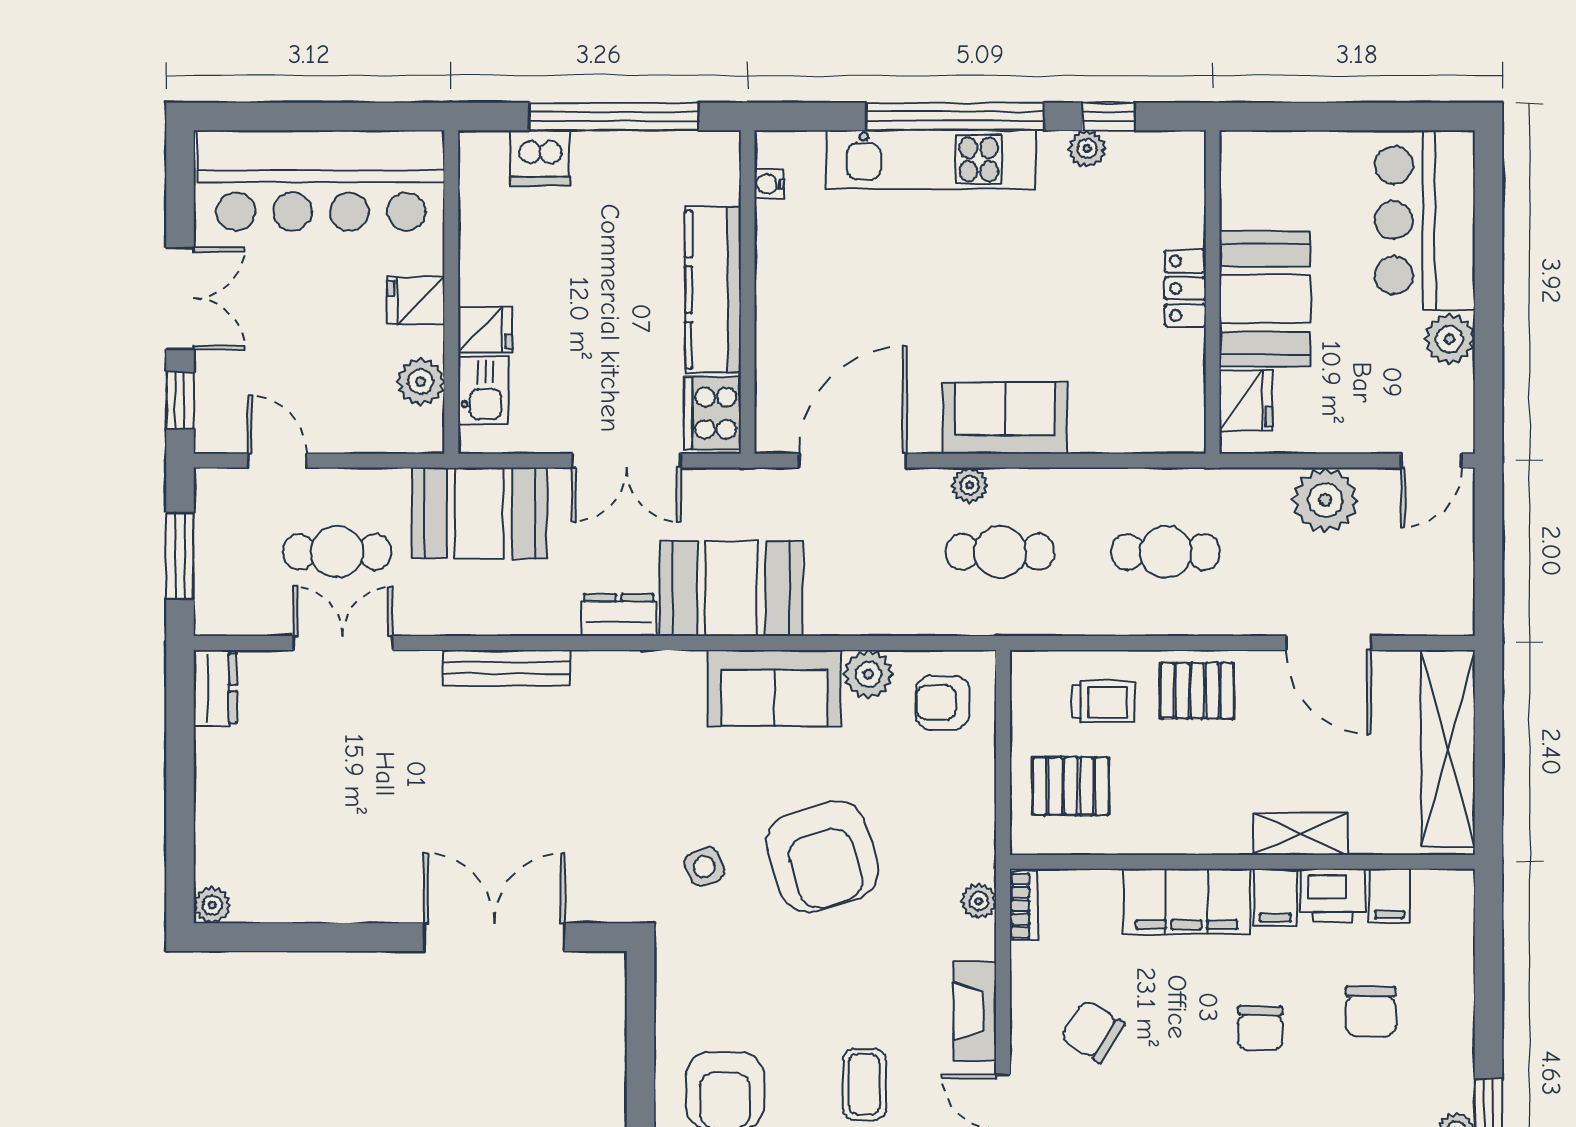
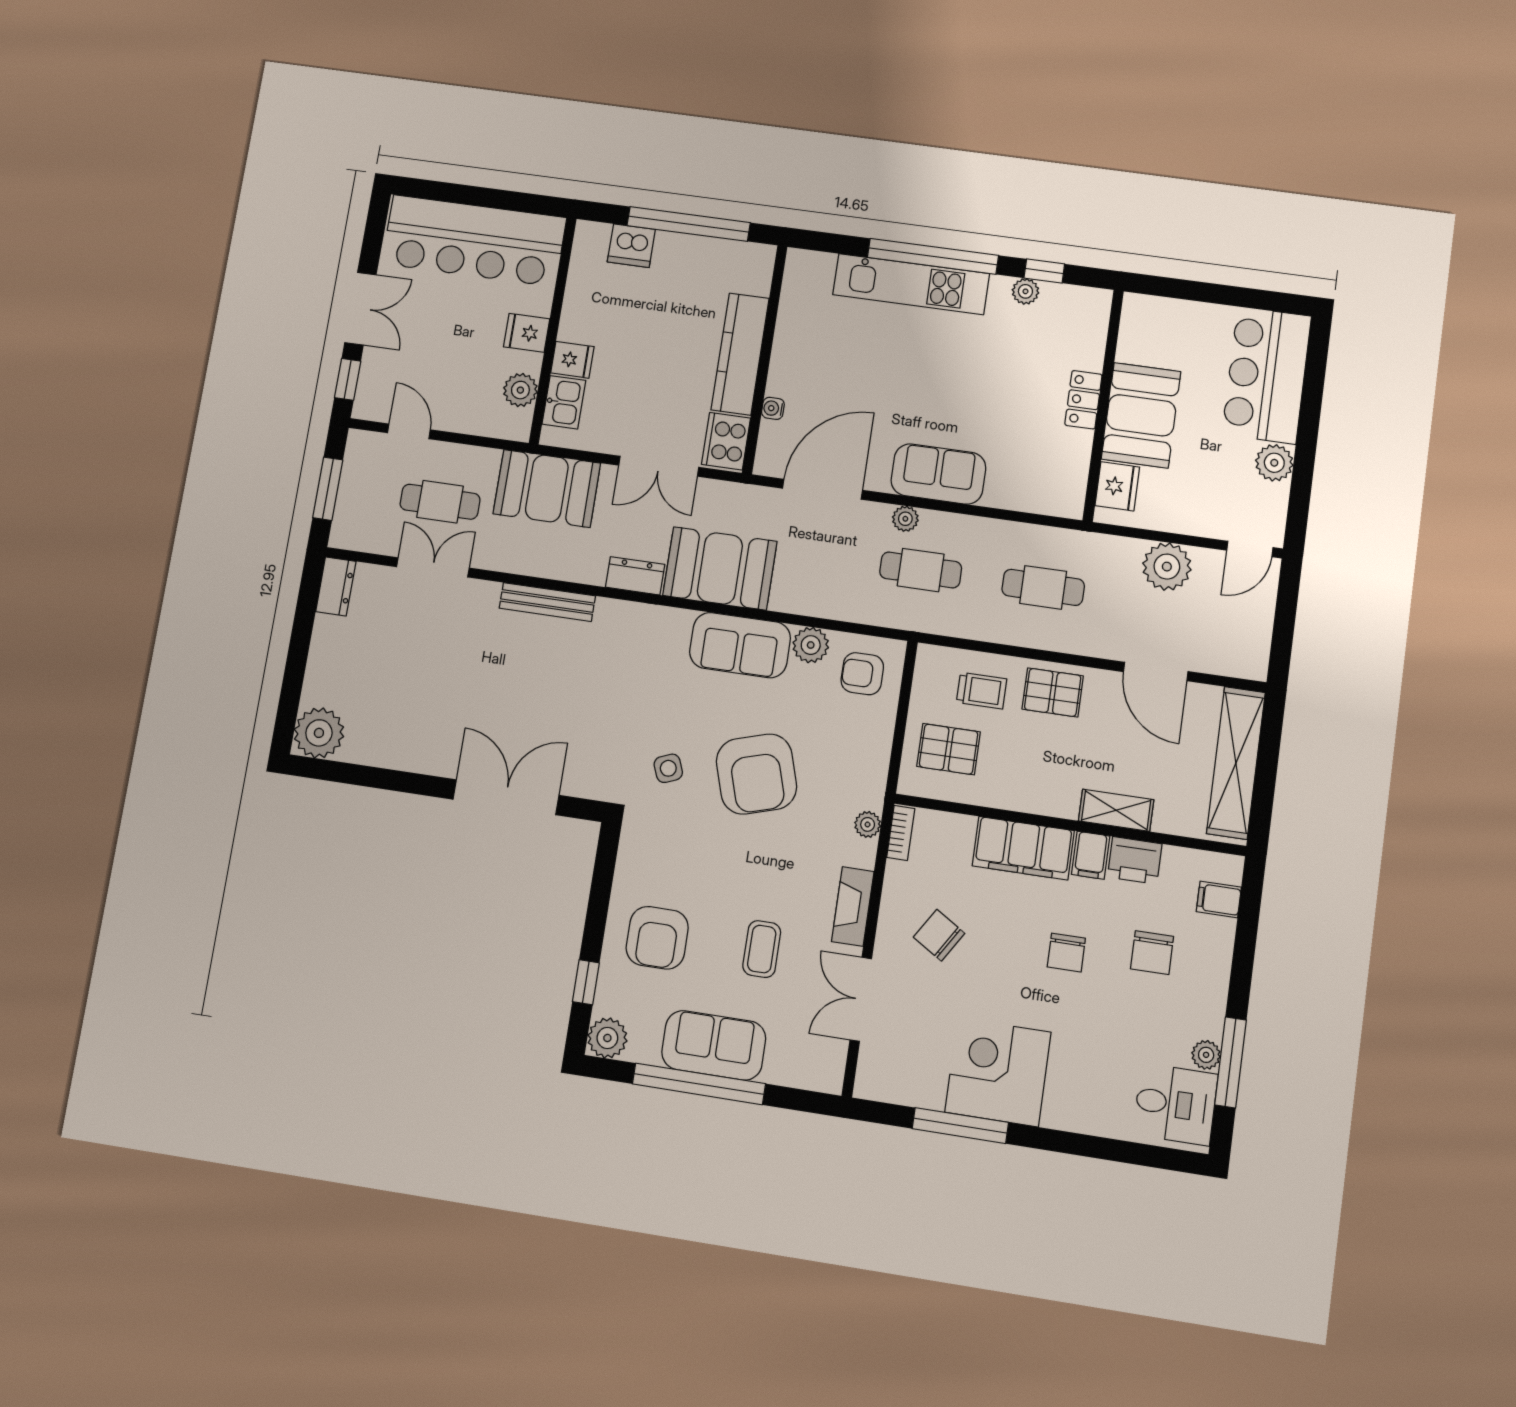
water cooler: (769, 184) -> (773, 408), moved
filing cabinet: (1389, 896) -> (1219, 899), moved, turned 90
plant: (212, 905) -> (319, 733), width x1.88, depth x1.88

